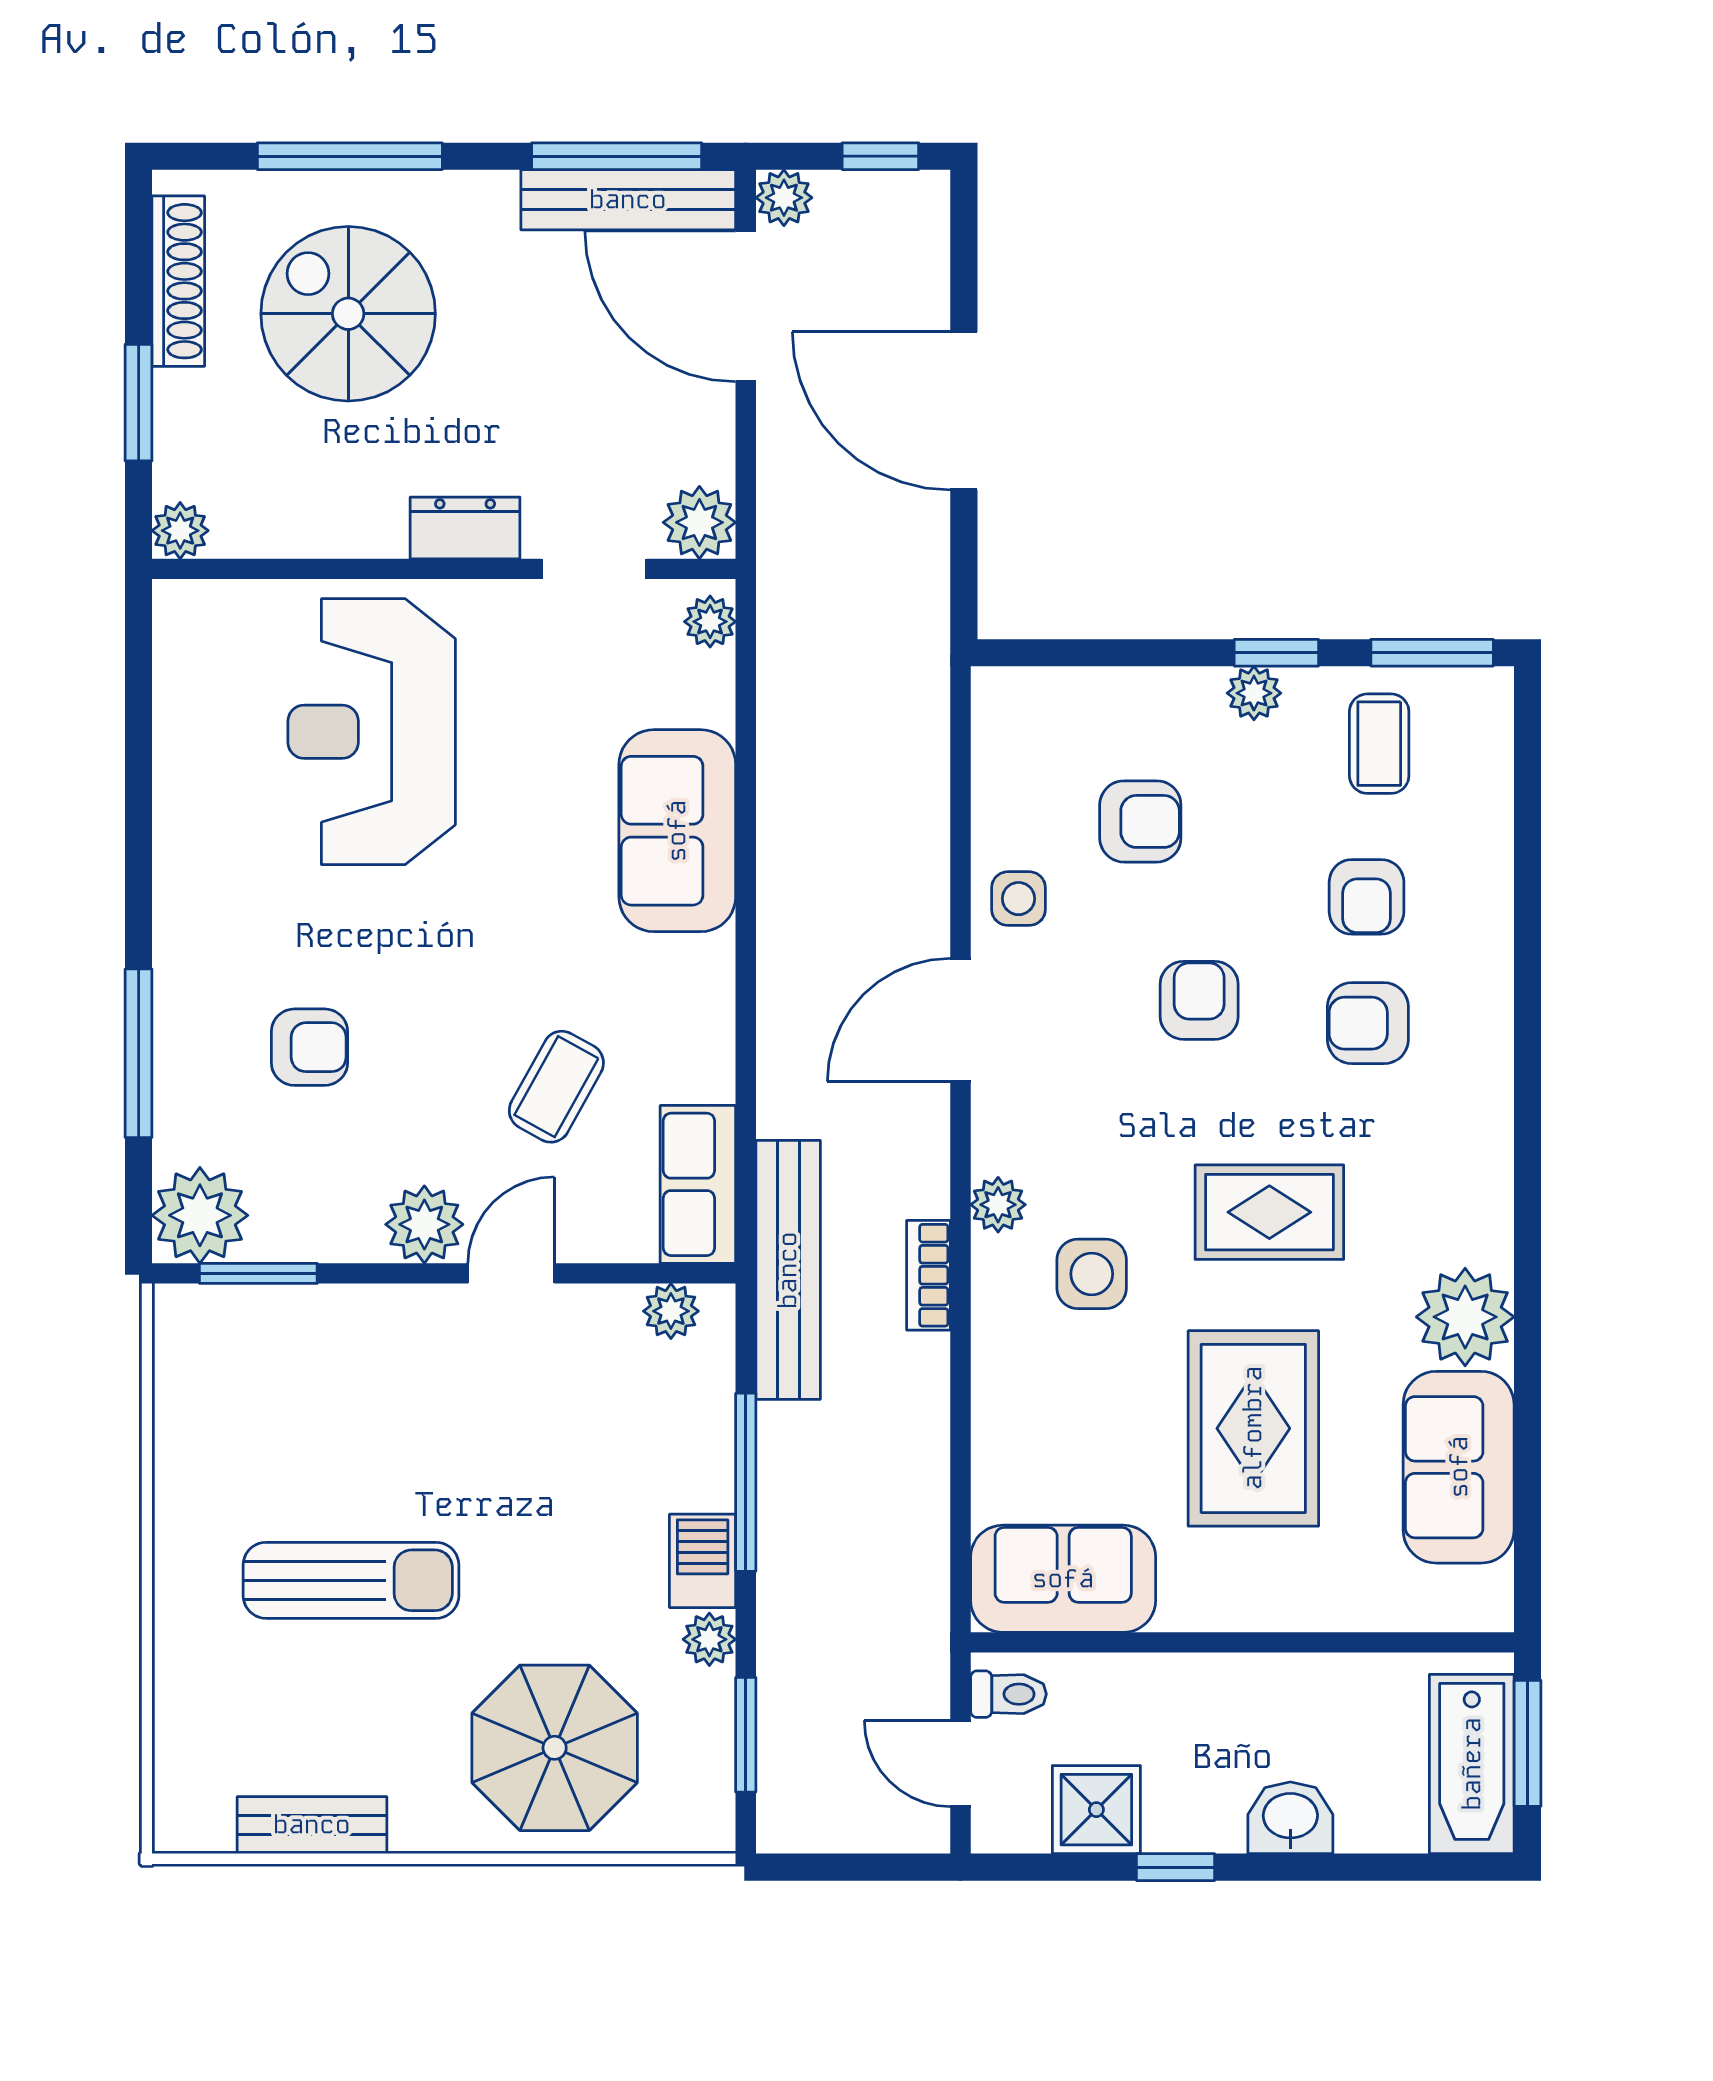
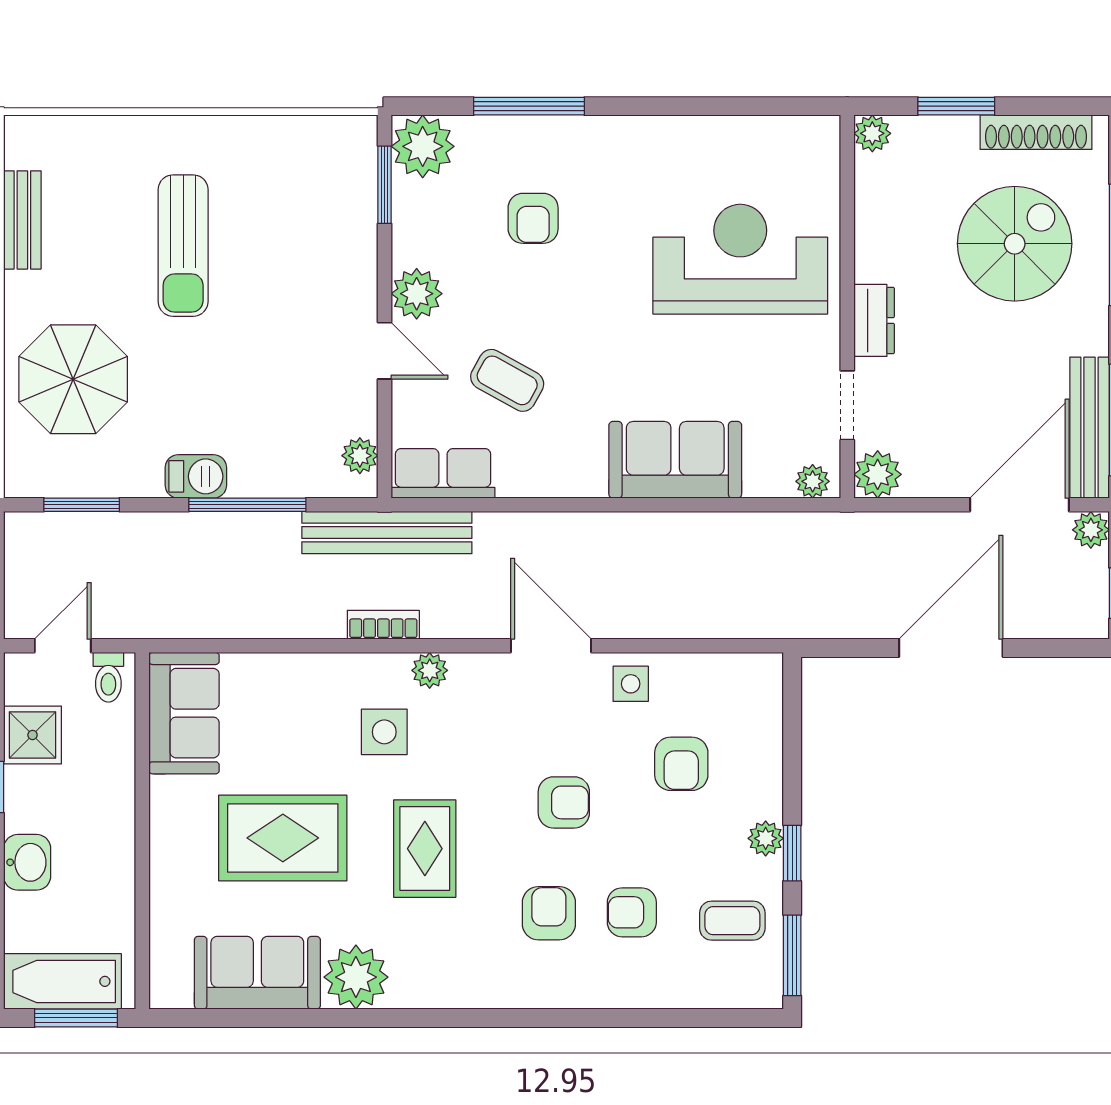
plant: (709, 1639) -> (144, 481), removed

